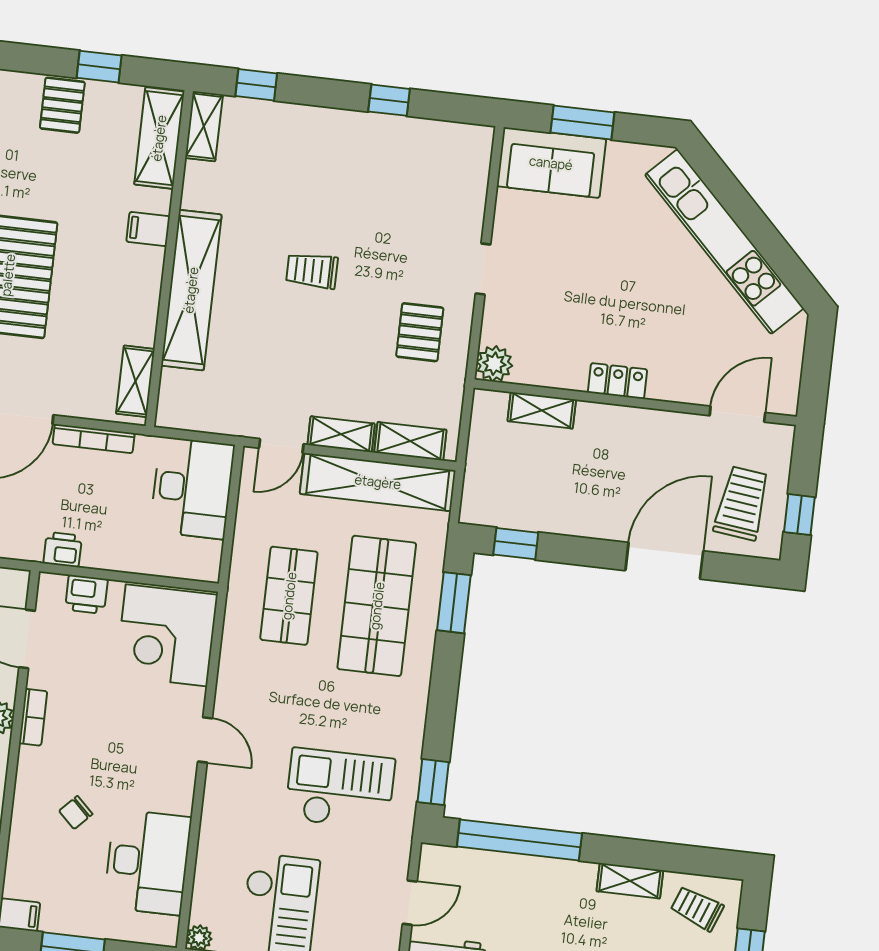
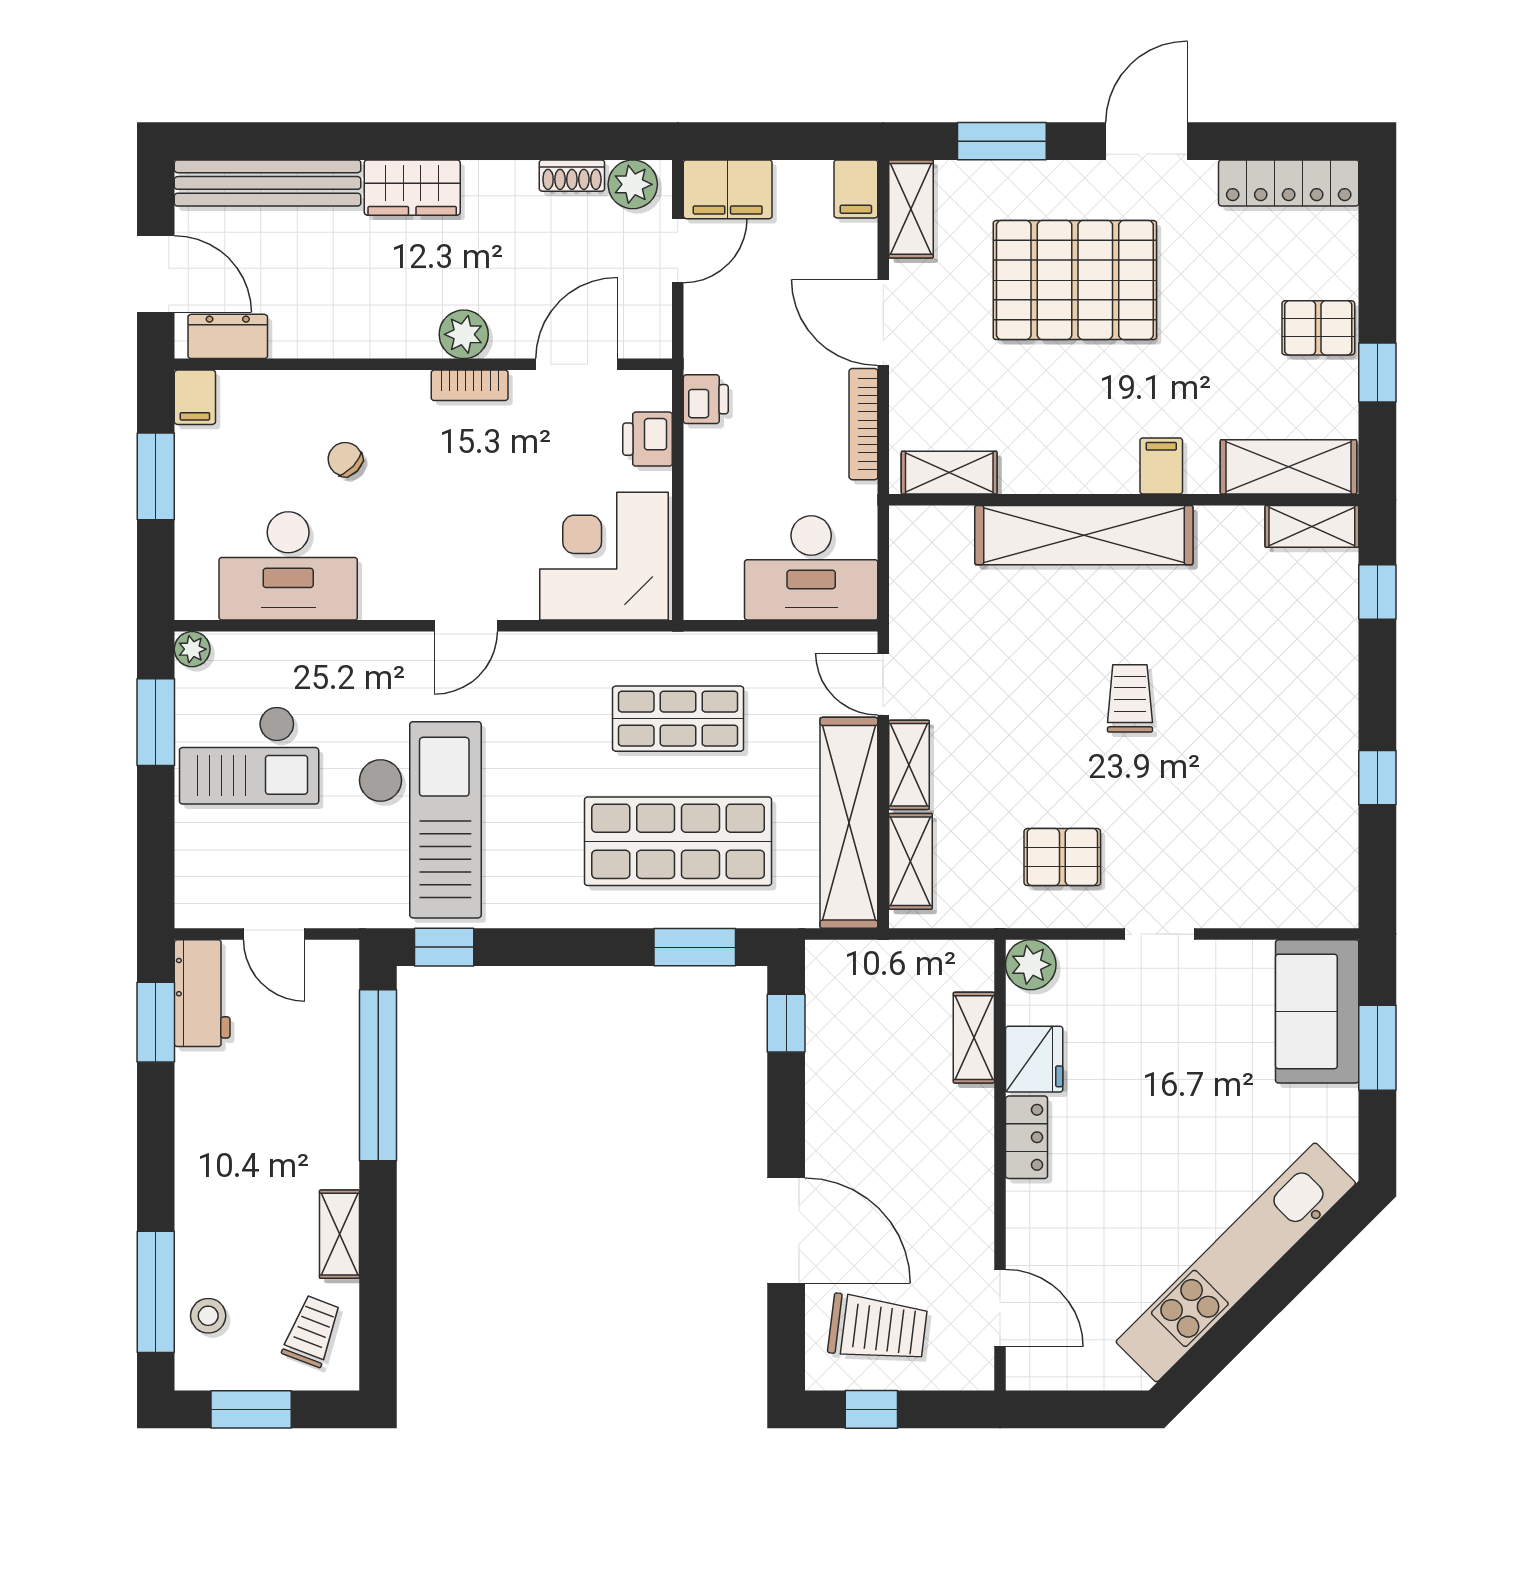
fridge: (562, 369) -> (1034, 1059), added
checkout: (340, 789) -> (420, 820), width x1.36, depth x1.21

